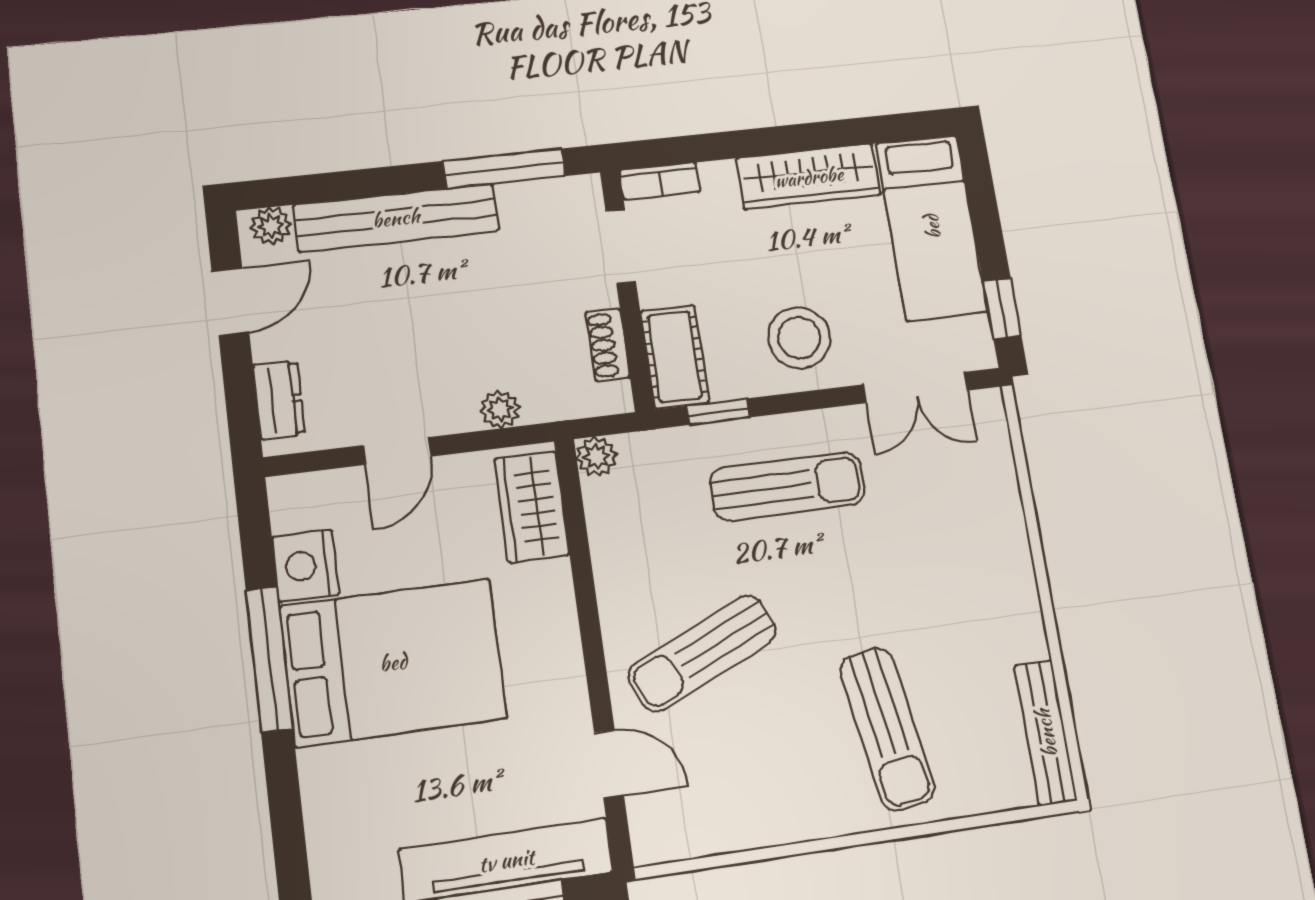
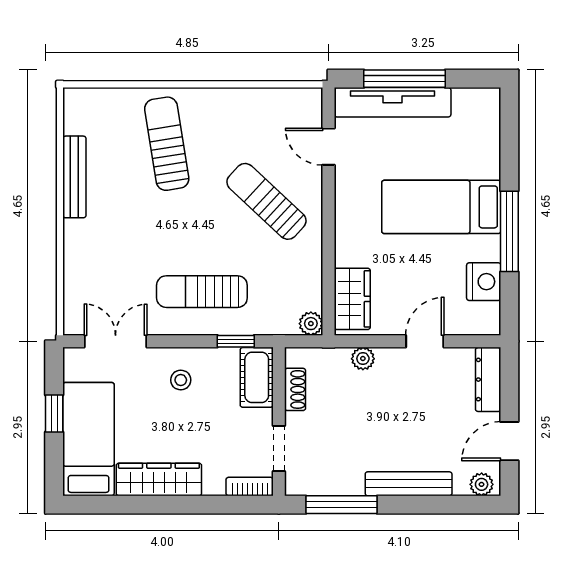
bench: (396, 218) -> (409, 484), width x0.73, depth x0.82
window: (1002, 308) -> (54, 414), moved
stool: (799, 338) -> (181, 380), width x0.53, depth x0.53
dresser: (279, 400) -> (488, 380), width x1.44
sun lounger: (702, 653) -> (266, 201), turned -113
bed: (393, 662) -> (441, 207), width x0.67
bench: (1046, 733) -> (74, 177), moved

